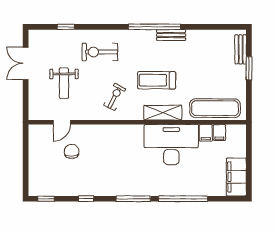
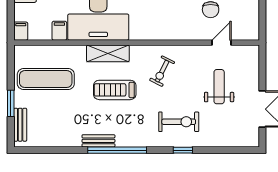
window: (66, 27) -> (183, 150), moved
treadmill: (157, 80) -> (115, 90), turned 180
exercise mat: (215, 108) -> (46, 79), moved
filing cabinet: (219, 132) -> (21, 31), moved

